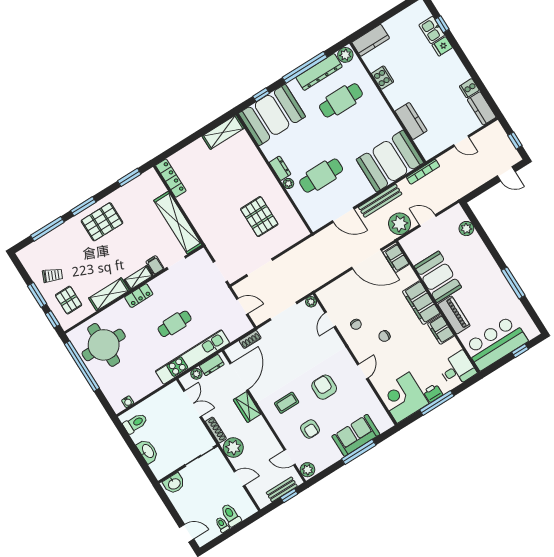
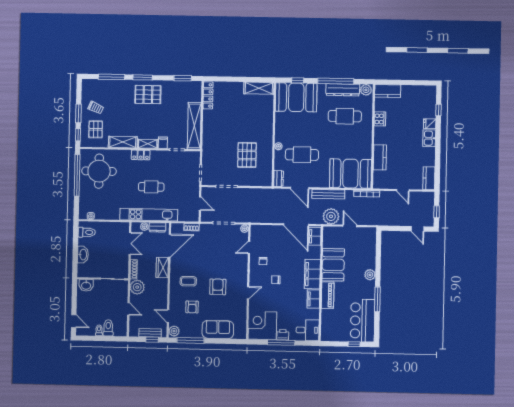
kitchen sink: (432, 30) -> (429, 138), moved
cooker: (469, 88) -> (429, 161), removed
dresser: (280, 168) -> (279, 178), moved
plant: (466, 229) -> (370, 275), moved
bar counter: (496, 343) -> (363, 321), moved, turned -90
window: (359, 452) -> (190, 340), moved

